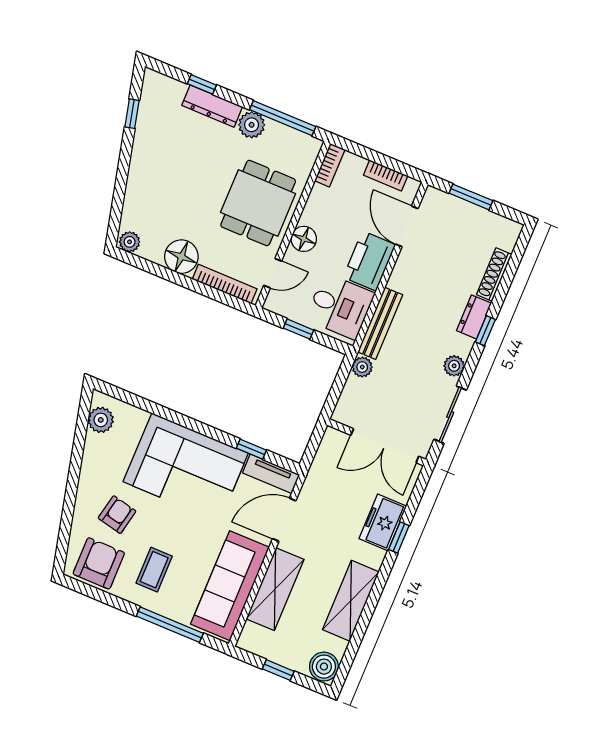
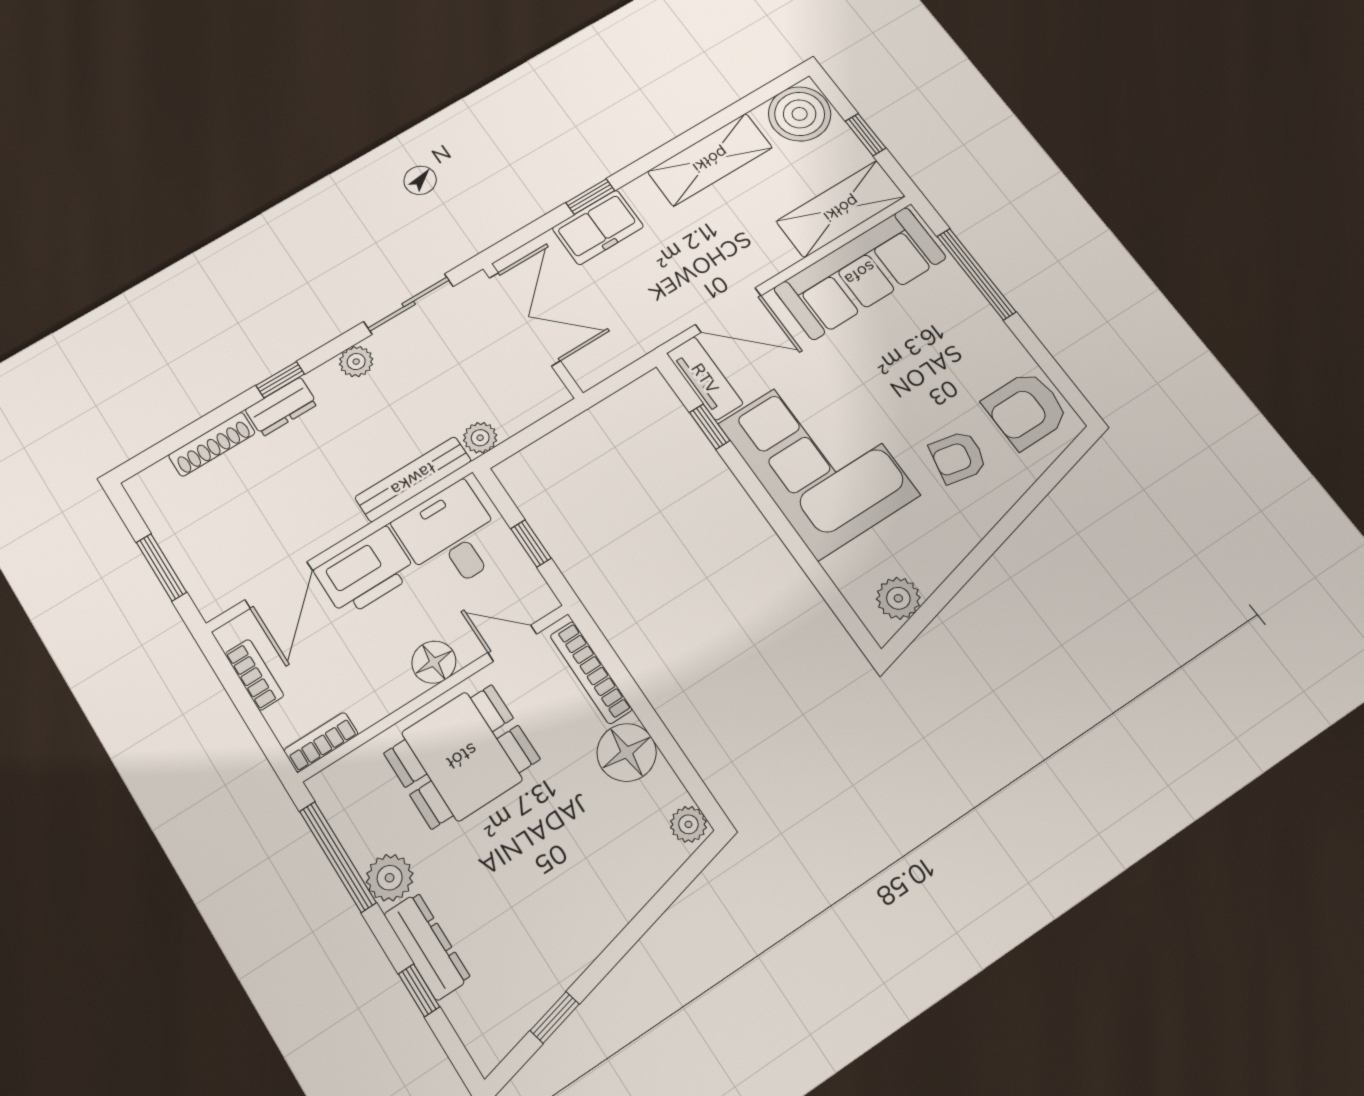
coffee table: (154, 570) -> (952, 355), removed
shelving: (275, 589) -> (841, 209), moved
boiler: (324, 667) -> (800, 114), width x1.37, depth x1.37

